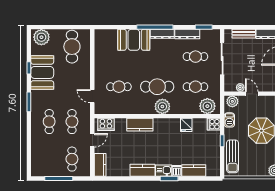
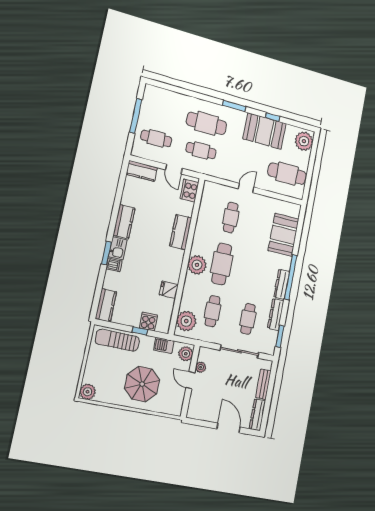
booth: (134, 40) -> (284, 235), moved
door: (252, 94) -> (190, 380), swing flipped
door: (92, 96) -> (246, 188), moved
cafe table: (49, 122) -> (207, 123), width x1.37, depth x1.35
cooker: (214, 124) -> (148, 322), moved
kitchen counter: (194, 171) -> (106, 305), moved

